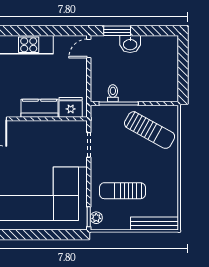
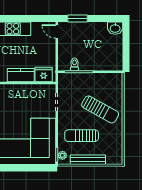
washbasin: (130, 44) -> (115, 28), moved
door: (89, 48) -> (57, 31), hinge flipped
sun lounger: (150, 130) -> (100, 109), moved
bench: (155, 223) -> (88, 160), moved

